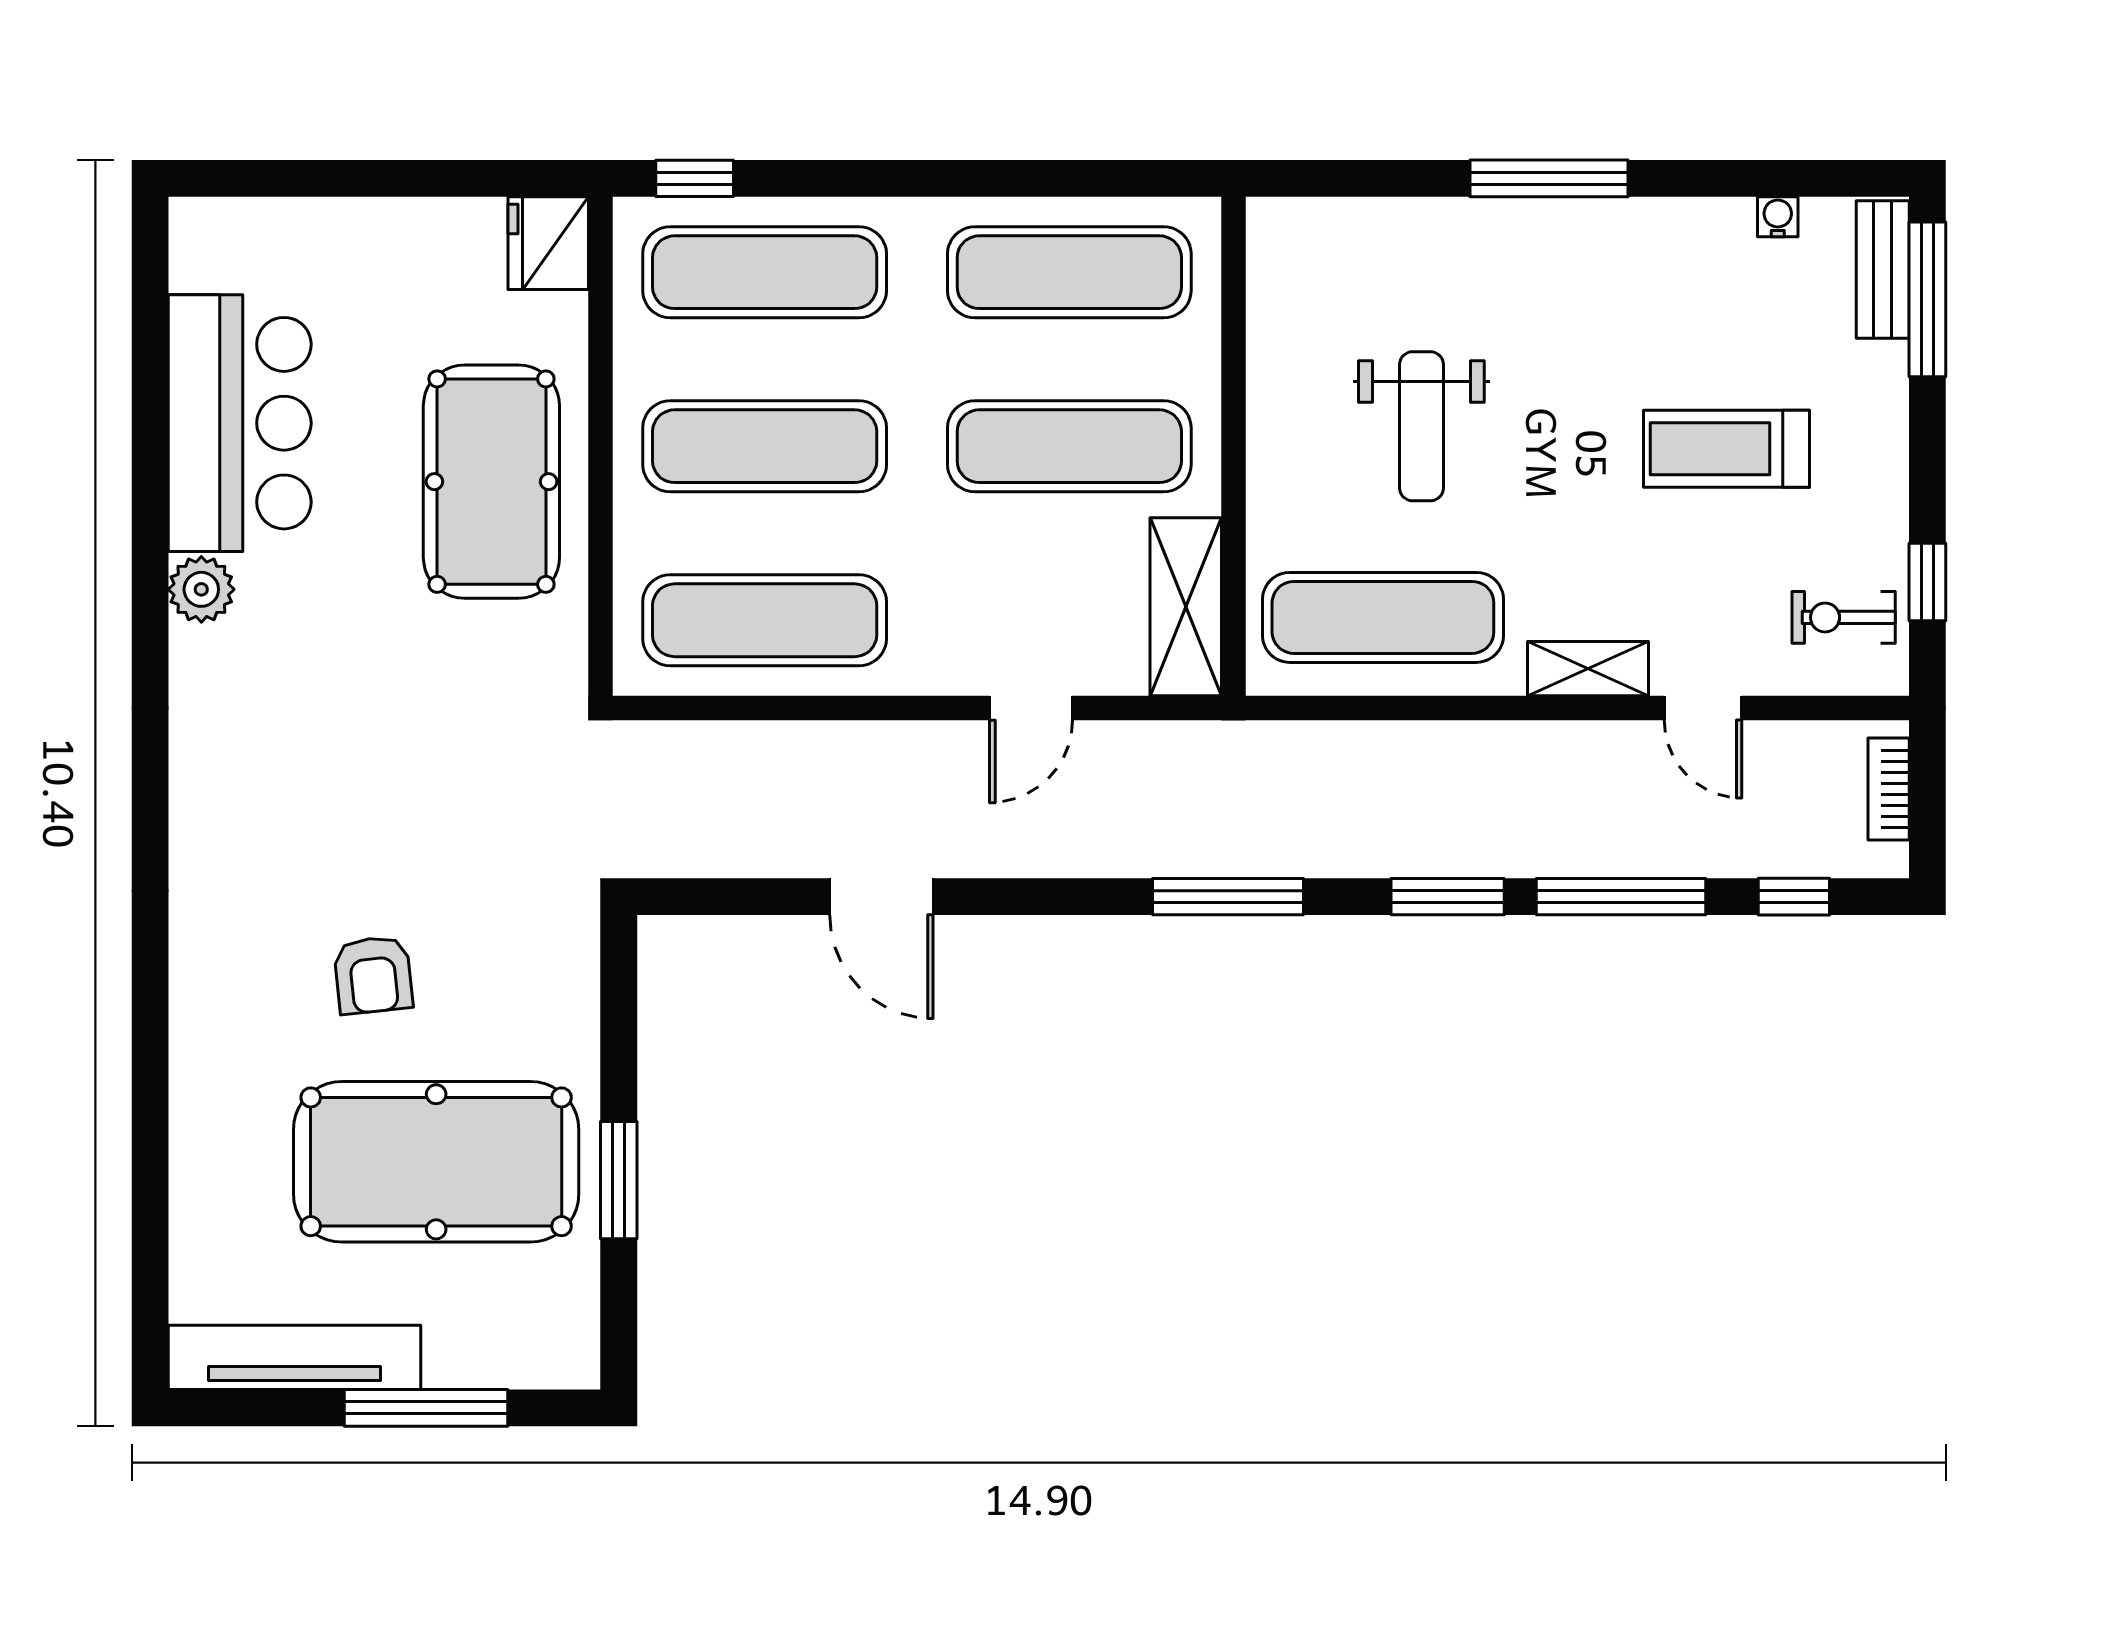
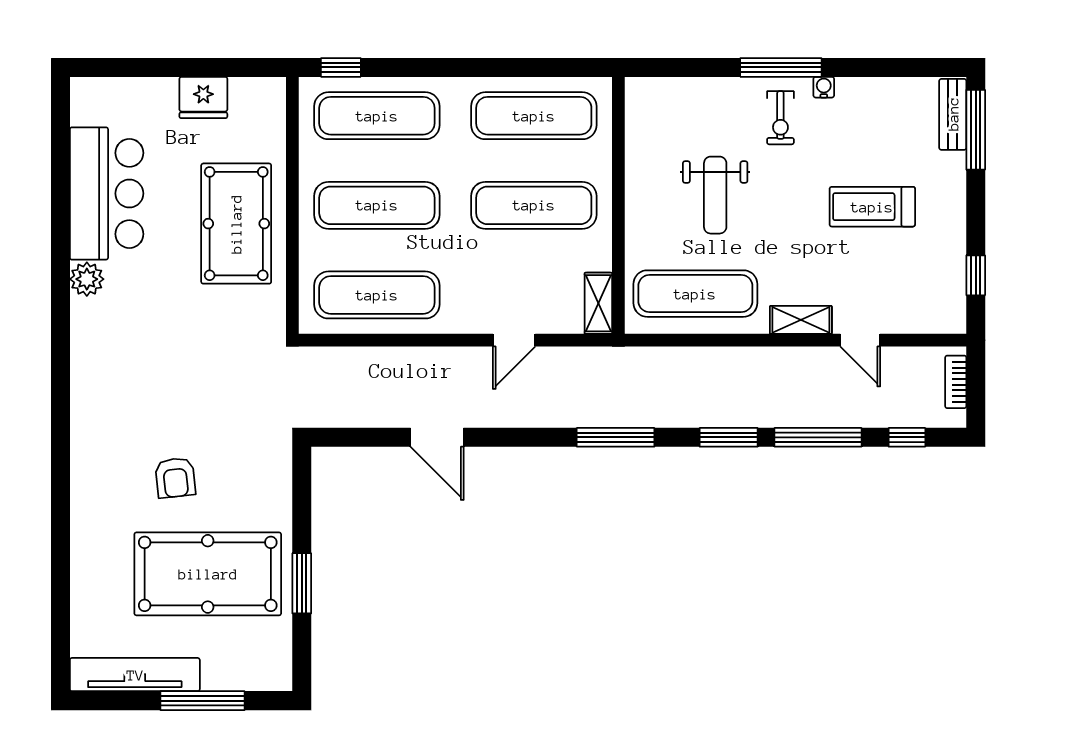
water cooler: (1778, 217) -> (824, 87), moved
fridge: (548, 243) -> (203, 97), moved, turned -90
shelving: (1186, 607) -> (598, 303), width x0.67, depth x0.75
exercise bike: (1844, 617) -> (780, 118), moved, turned -90

